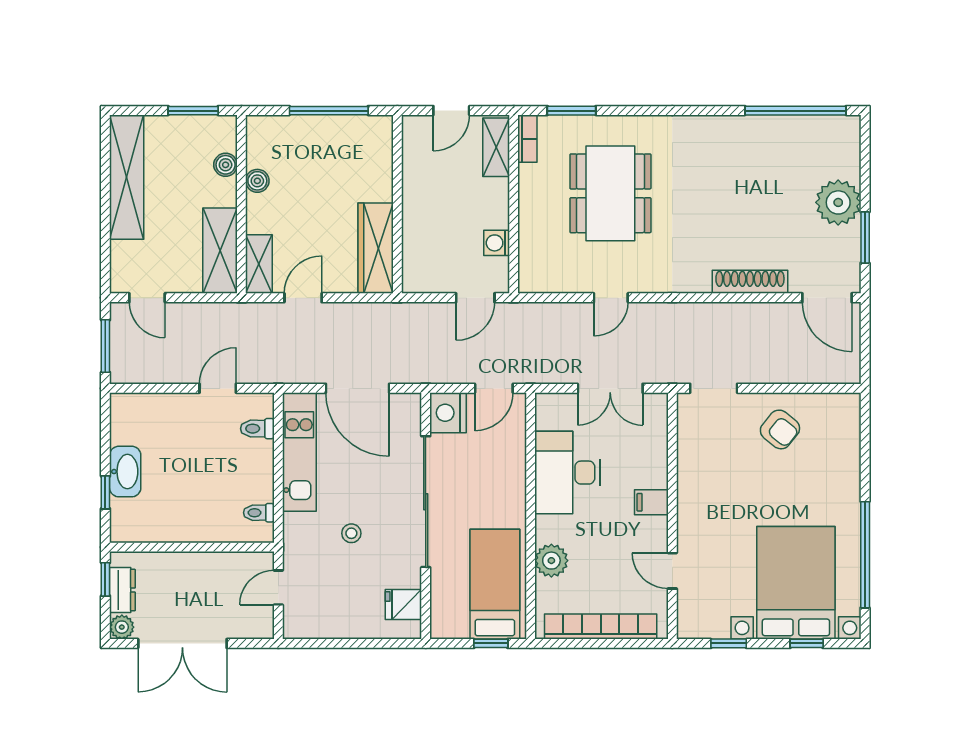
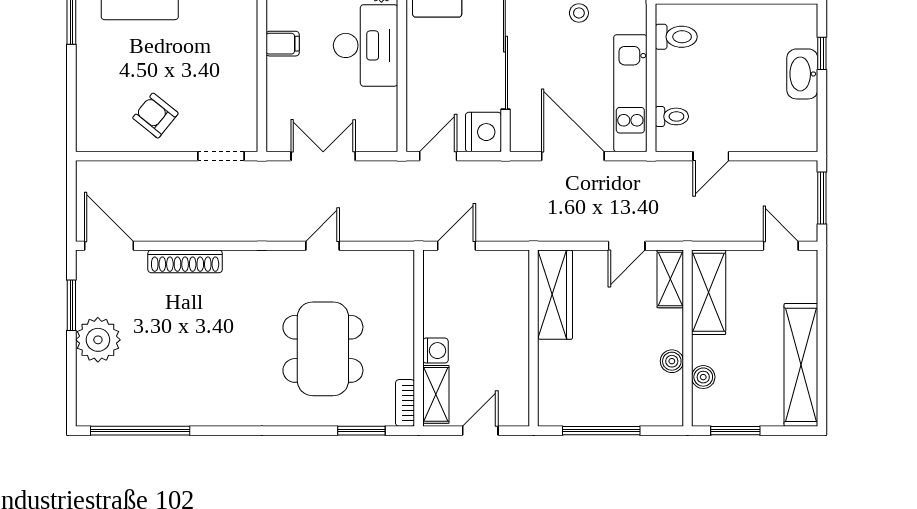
washing machine: (497, 243) -> (435, 351), moved
desk: (567, 473) -> (366, 45), moved
toilet: (259, 513) -> (676, 37), width x1.37, depth x1.39

